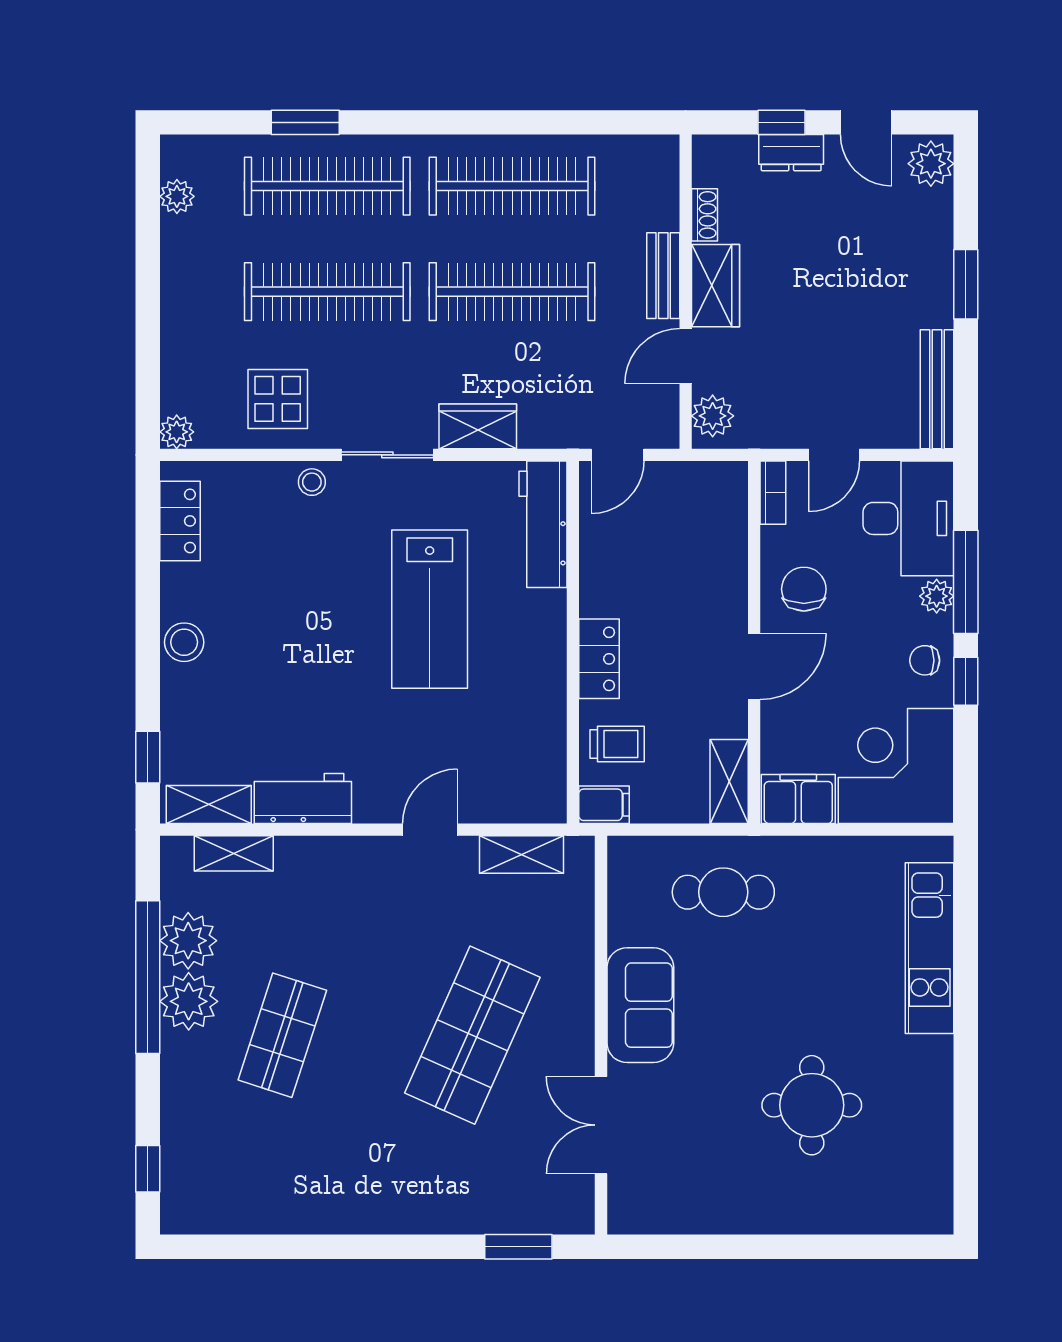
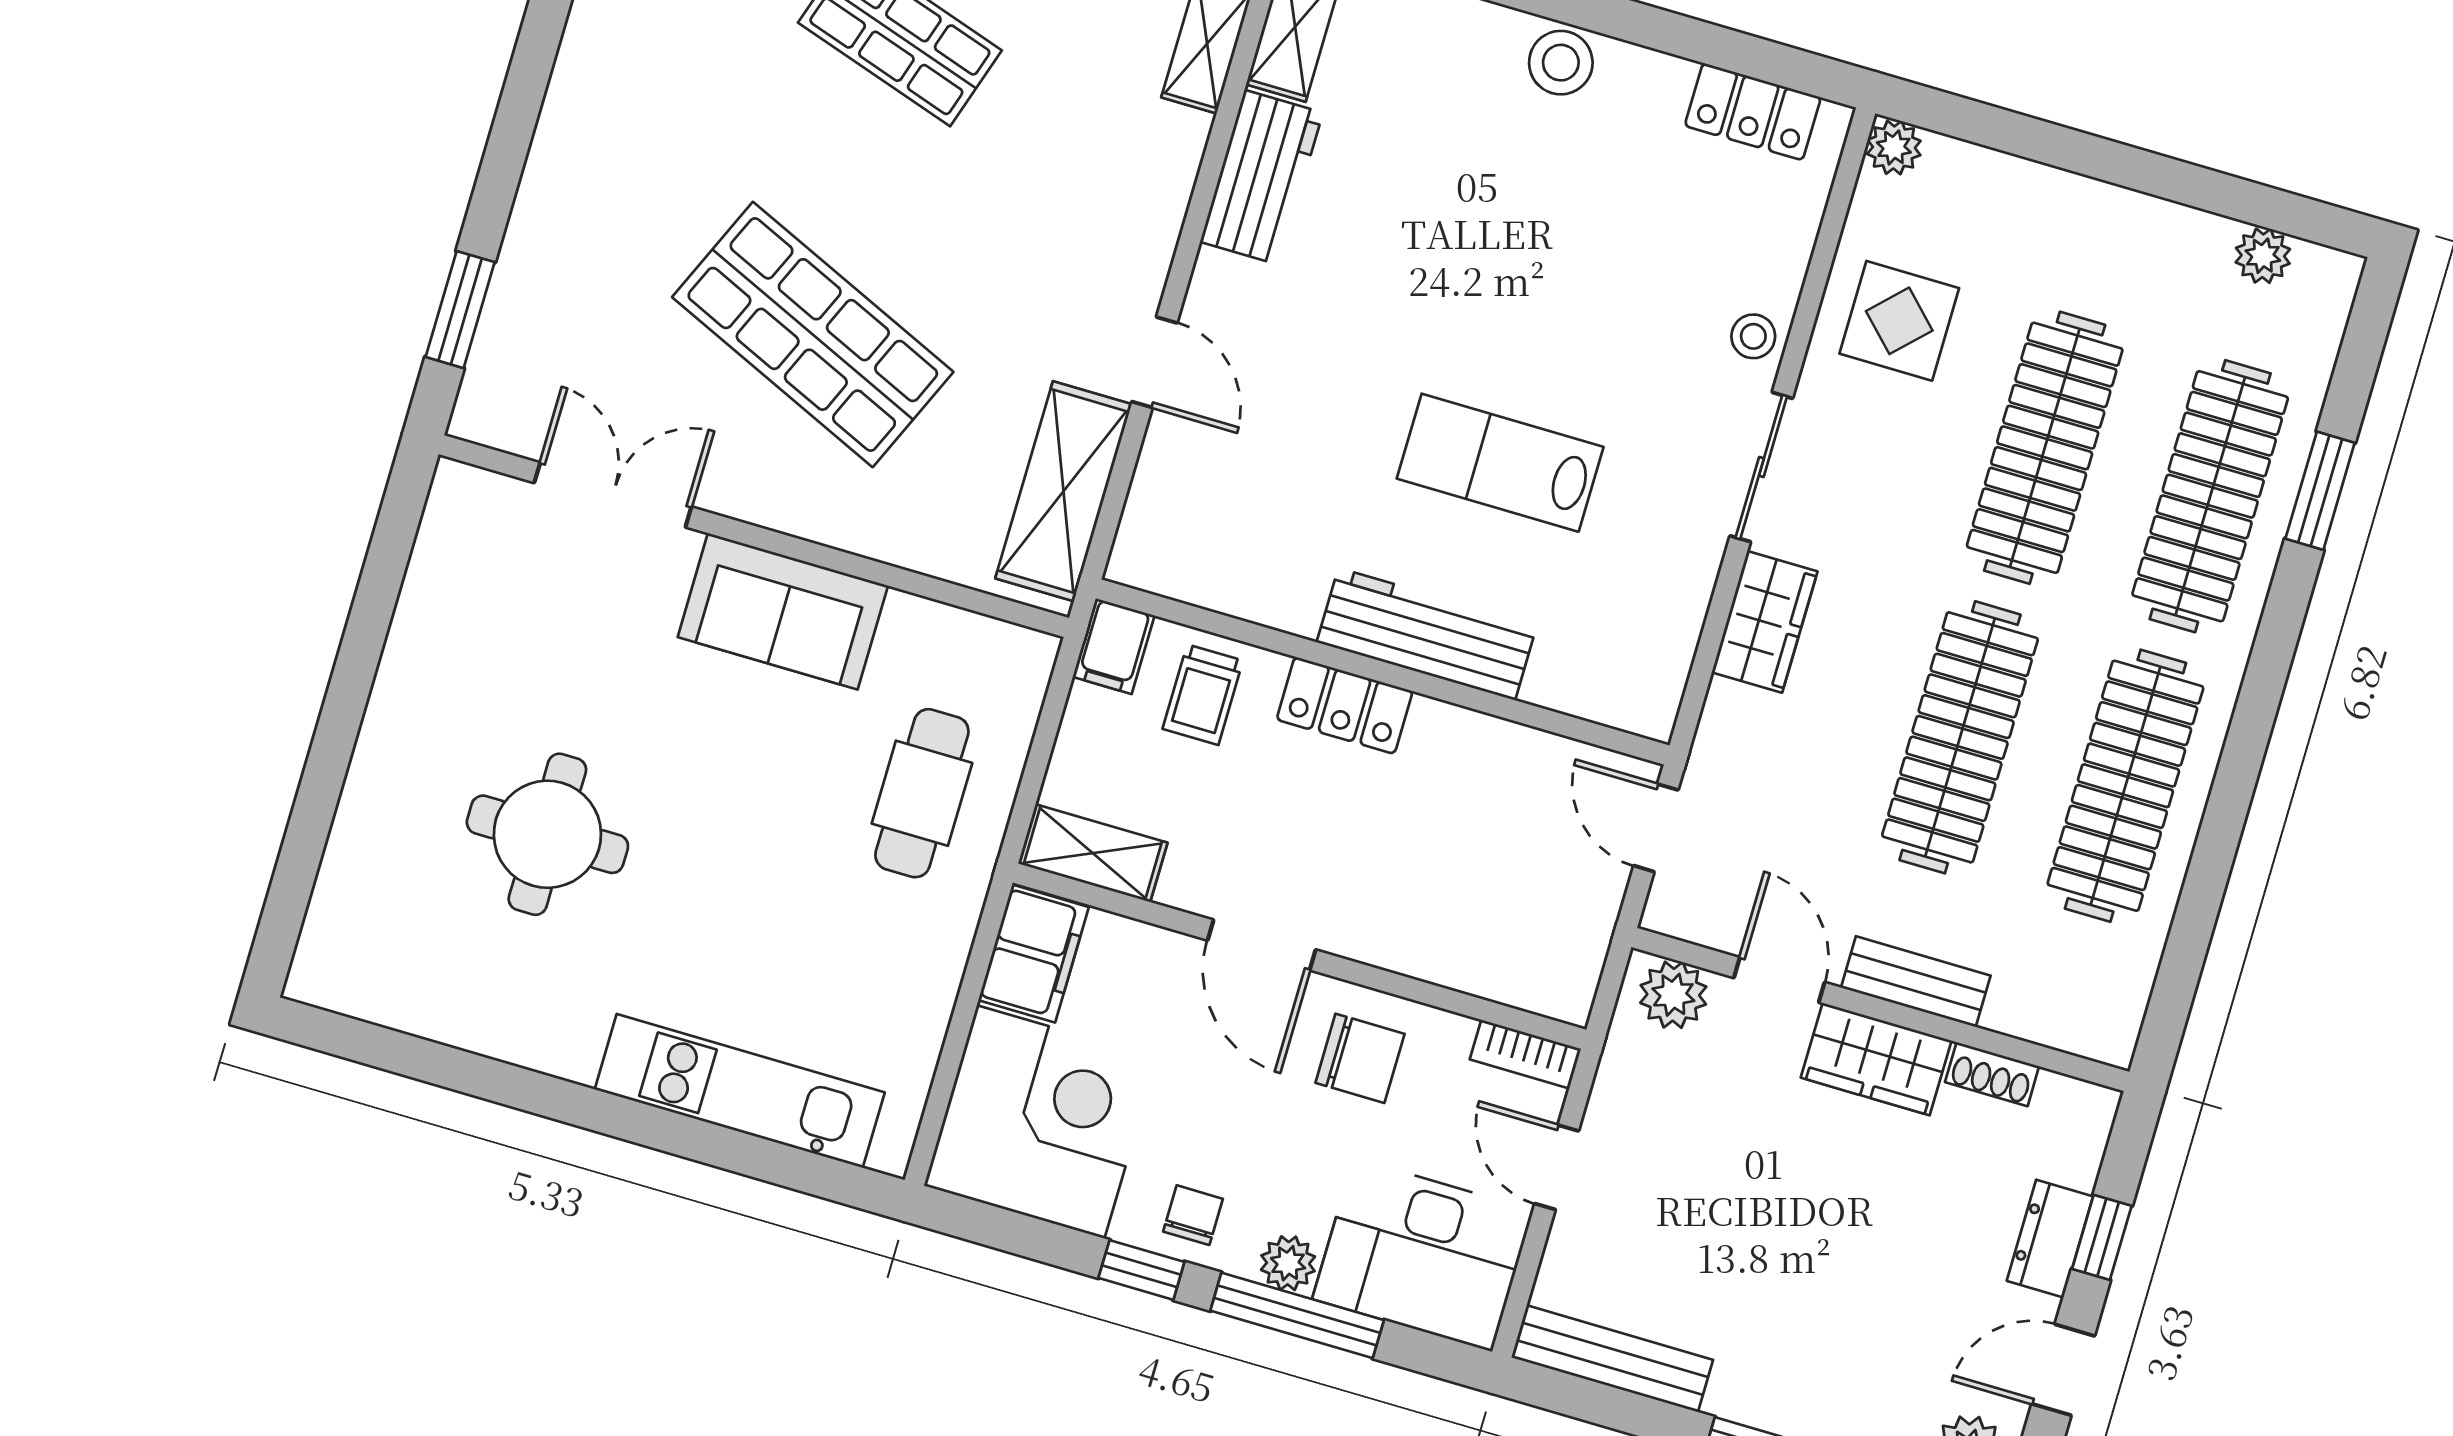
workbench: (543, 524) -> (1427, 634), moved
lab bench: (430, 609) -> (1500, 463), width x0.73, depth x0.72
shelving: (521, 855) -> (1064, 491), width x1.50, depth x1.33

